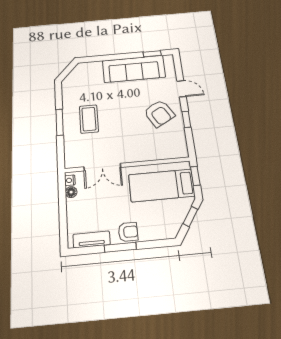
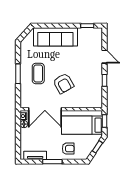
sofa: (134, 69) -> (55, 37), moved
armchair: (159, 113) -> (63, 83), moved
double door: (102, 167) -> (45, 109), width x1.37
armchair: (128, 232) -> (68, 149), moved

